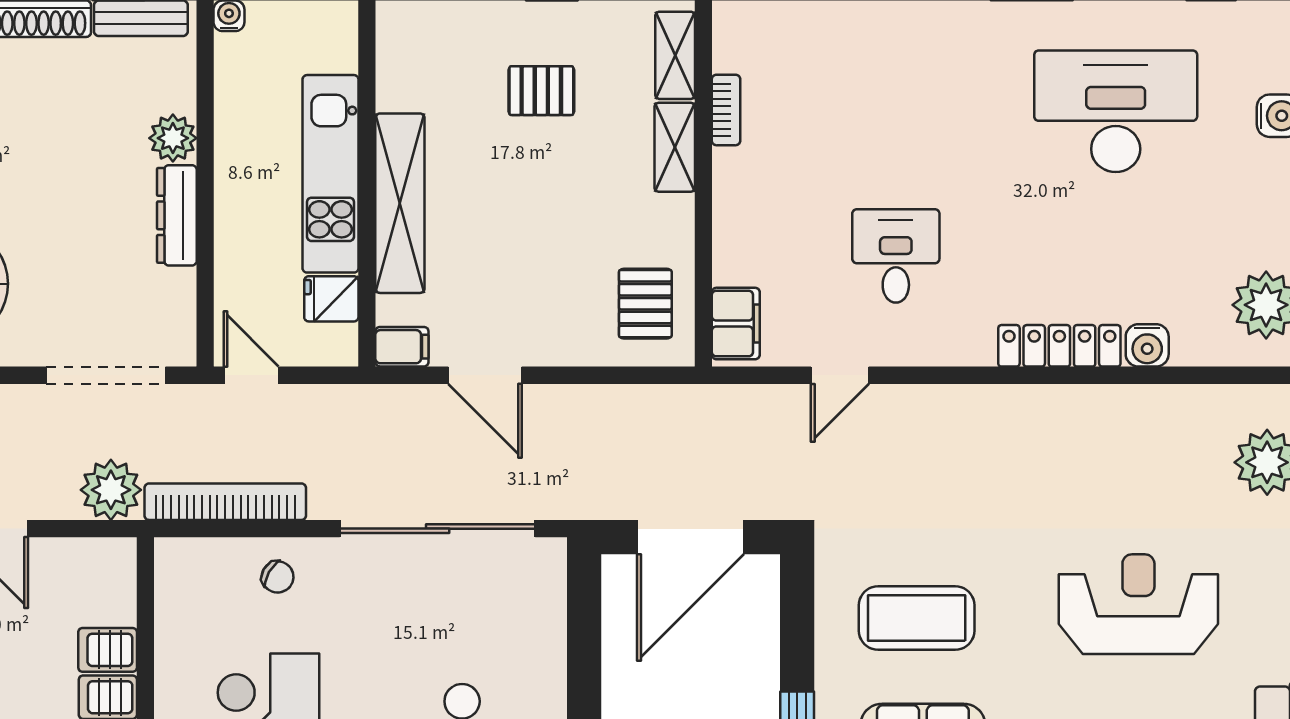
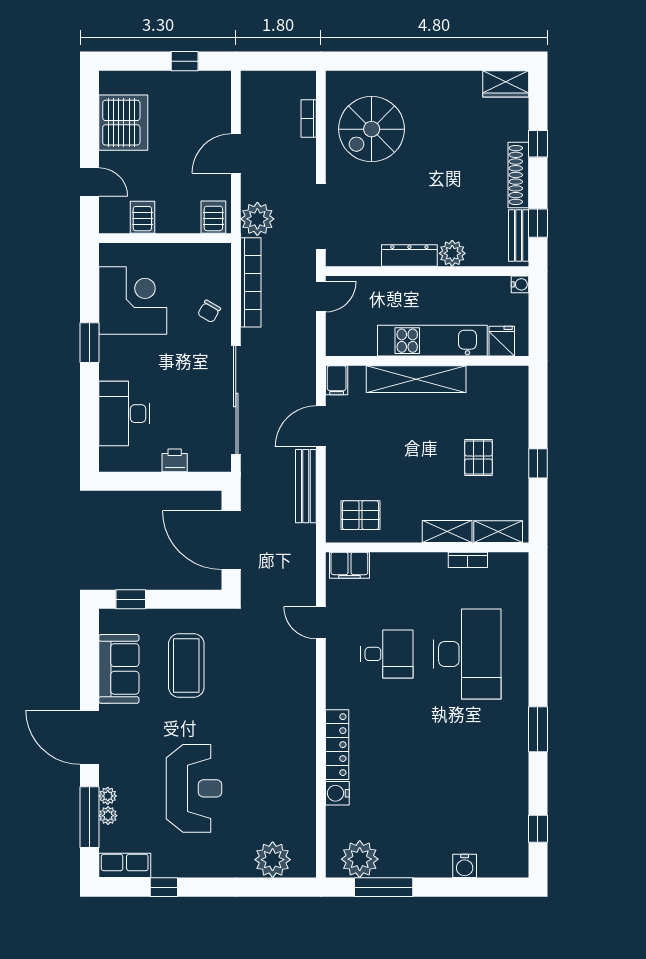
desk: (1116, 111) -> (467, 654), moved
fridge: (331, 299) -> (502, 341), moved
bench: (593, 402) -> (306, 486), added
printer: (546, 639) -> (175, 460), added
server rack: (108, 650) -> (213, 217), moved

